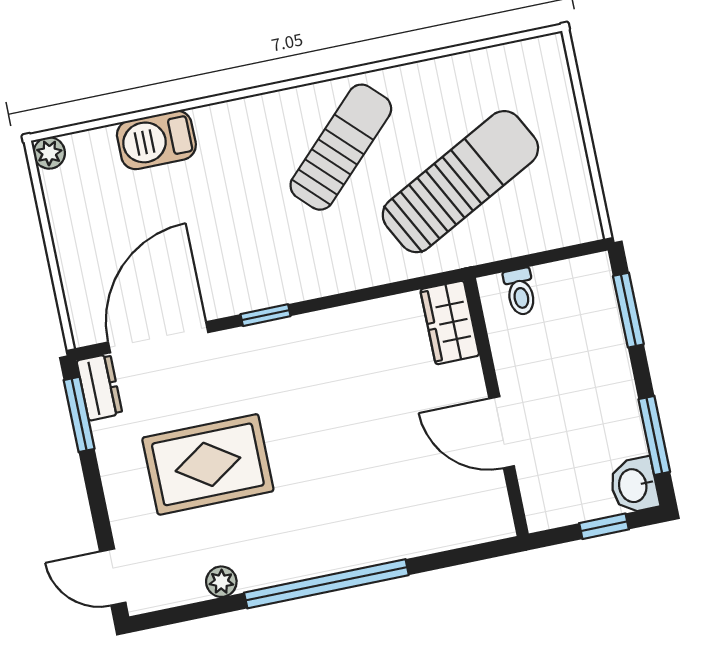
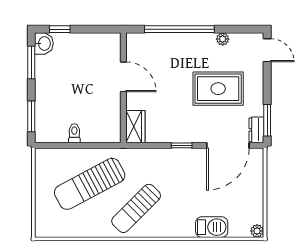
wardrobe: (450, 322) -> (135, 127), moved
wall: (496, 407) -> (123, 88), moved
door: (502, 432) -> (123, 77), moved

